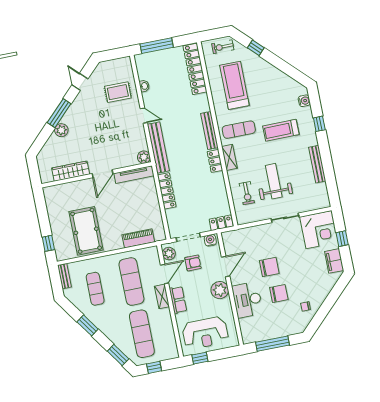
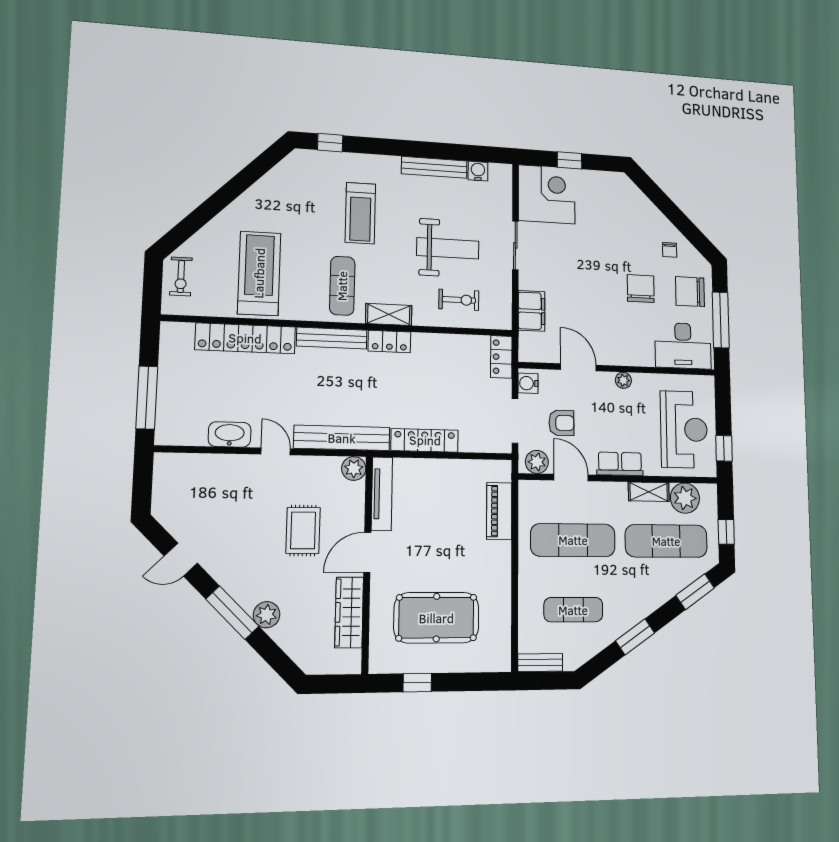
window: (256, 48) -> (198, 218), removed
locker: (195, 69) -> (245, 338), moved
treadmill: (234, 85) -> (259, 273), turned 90
washbasin: (144, 86) -> (230, 434), width x1.91, depth x1.45
rug: (118, 92) -> (303, 530), moved
water cooler: (304, 101) -> (478, 171), moved
door: (144, 116) -> (276, 451), hinge flipped
window: (319, 124) -> (330, 143), moved
door: (102, 174) -> (367, 552), swing flipped
weight bench: (274, 181) -> (448, 248), turned 180
pool table: (86, 231) -> (436, 618), moved
window: (48, 243) -> (417, 683), moved
filing cabinet: (334, 261) -> (532, 311), moved, turned -90
armchair: (193, 263) -> (561, 423), turned 90
chair: (269, 267) -> (690, 292), moved, turned -90
plant: (220, 290) -> (623, 380), width x0.53, depth x0.53
shelving: (162, 296) -> (649, 492), moved
desk: (247, 300) -> (683, 346), moved
plant: (167, 340) -> (685, 498), added

